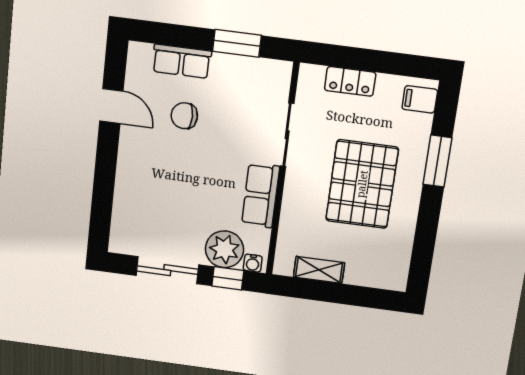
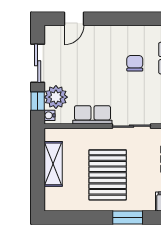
door: (111, 106) -> (74, 19), moved
pallet: (362, 184) -> (108, 175), turned 90
shelving: (319, 270) -> (53, 164), width x1.50, depth x1.33

